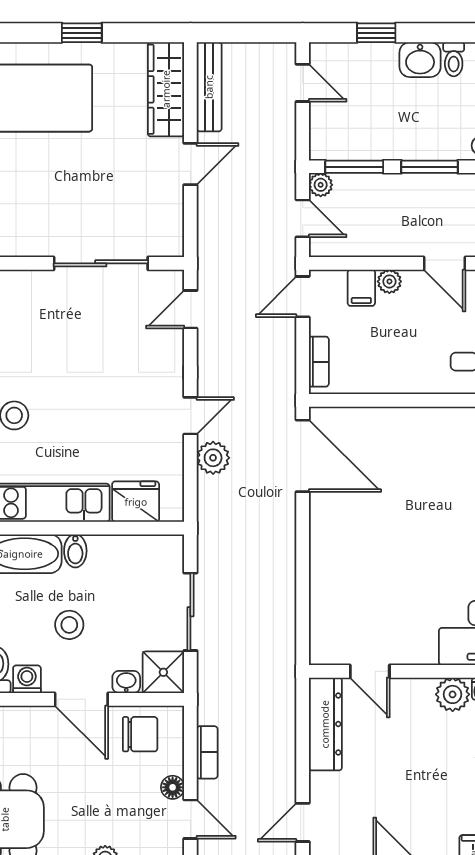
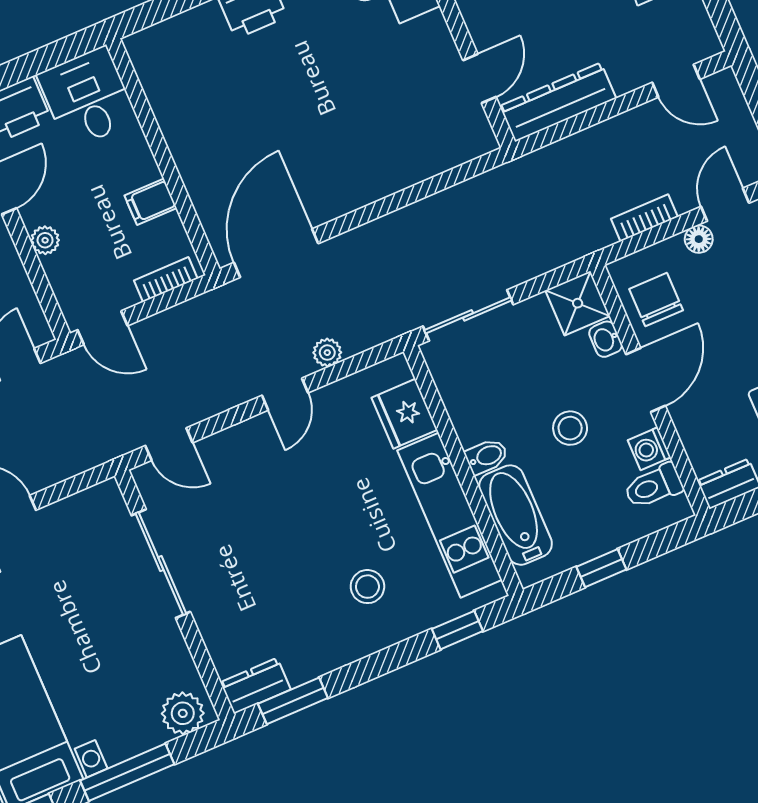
filing cabinet: (361, 288) -> (151, 202), moved, turned 180
door: (190, 416) -> (285, 394), swing flipped
plant: (213, 458) -> (327, 353), width x0.73, depth x0.73
sliding door: (190, 612) -> (468, 315), moved

